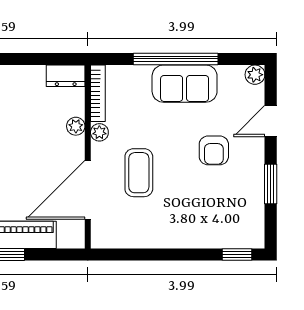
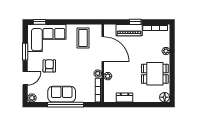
dresser: (66, 76) -> (125, 98), moved
coffee table: (139, 173) -> (83, 38), moved
door: (88, 190) -> (103, 49), hinge flipped
corner sofa: (220, 216) -> (47, 38), added

